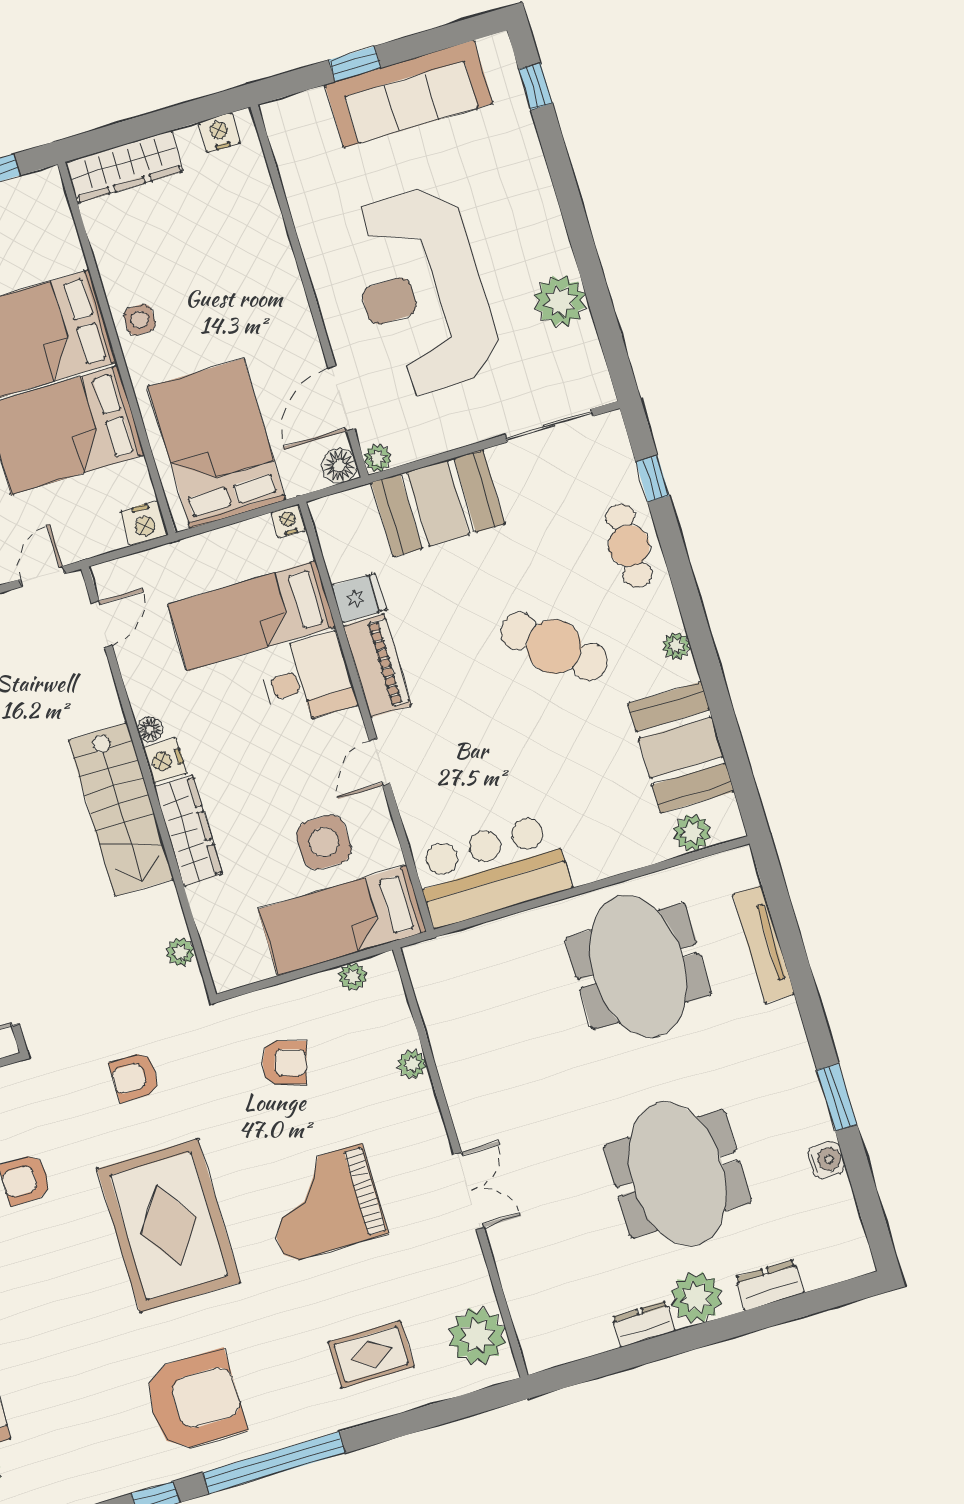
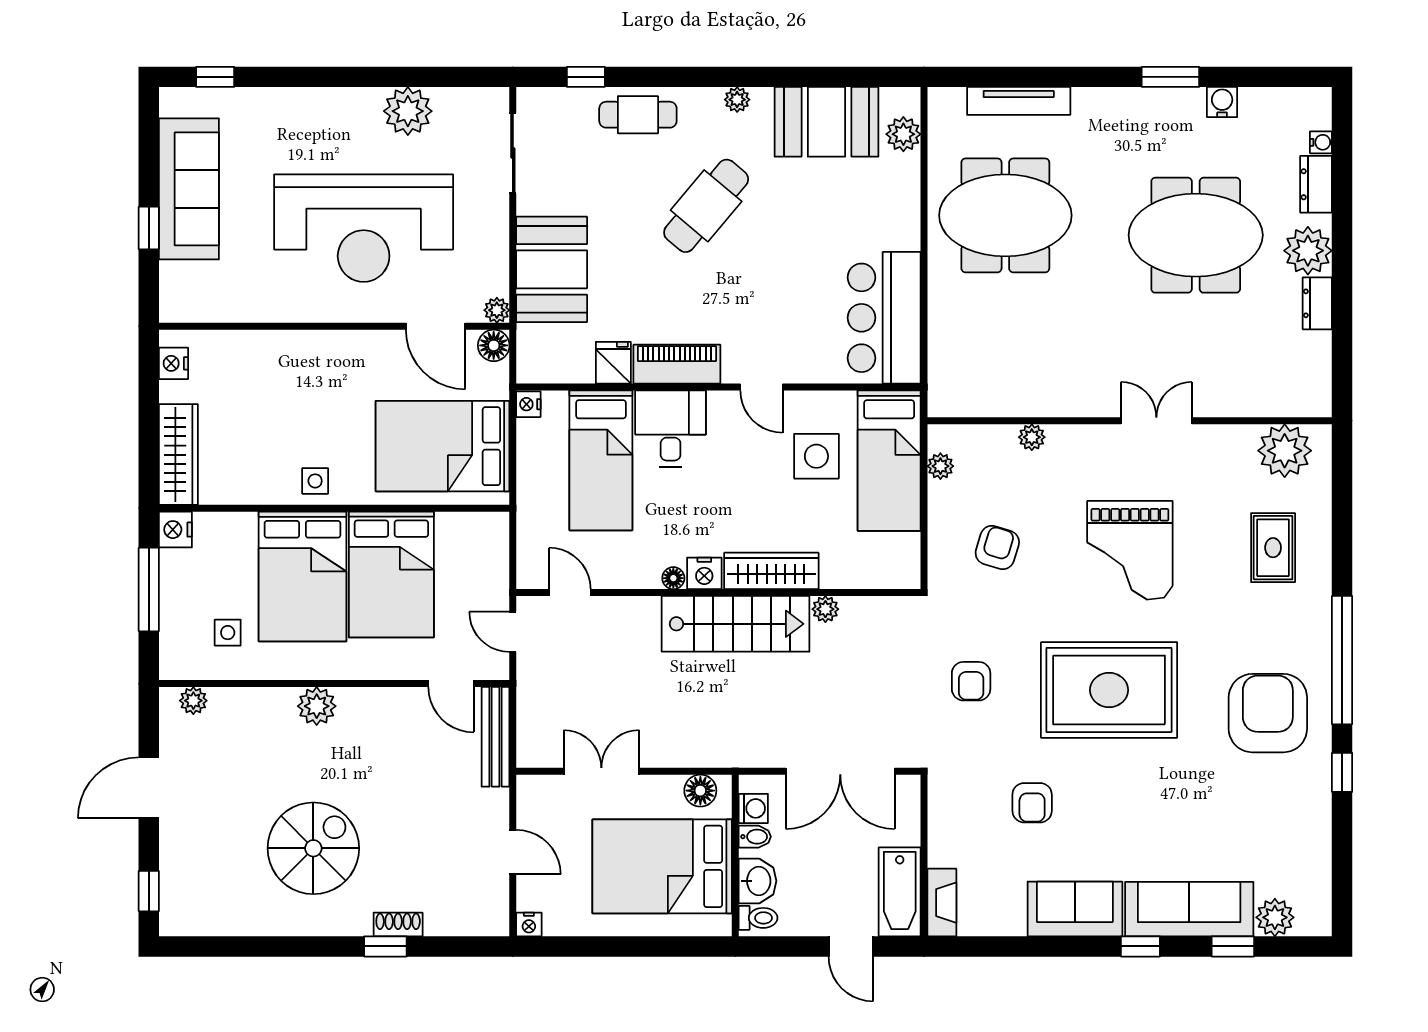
nightstand: (144, 523) -> (175, 530), moved, turned 180
plant: (180, 952) -> (825, 609), moved
water cooler: (815, 1277) -> (1321, 142), added

